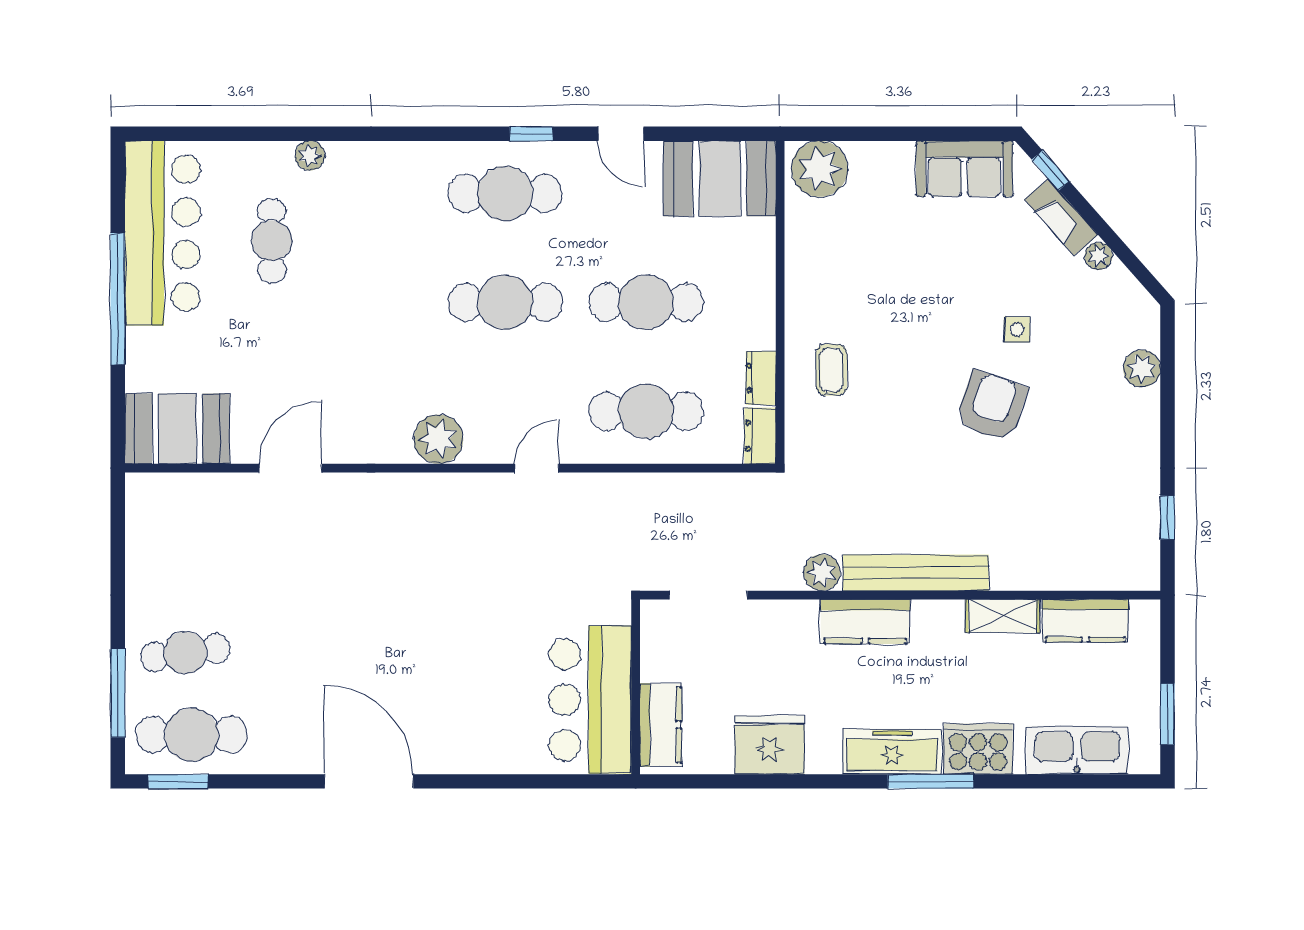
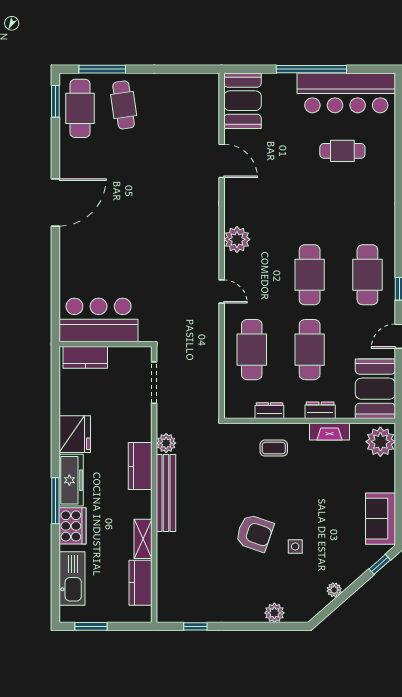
plant: (310, 156) -> (388, 171), removed
fireplace: (1061, 217) -> (330, 432), moved, turned -139
dresser: (760, 436) -> (320, 410), moved
fridge: (770, 745) -> (75, 434), moved

